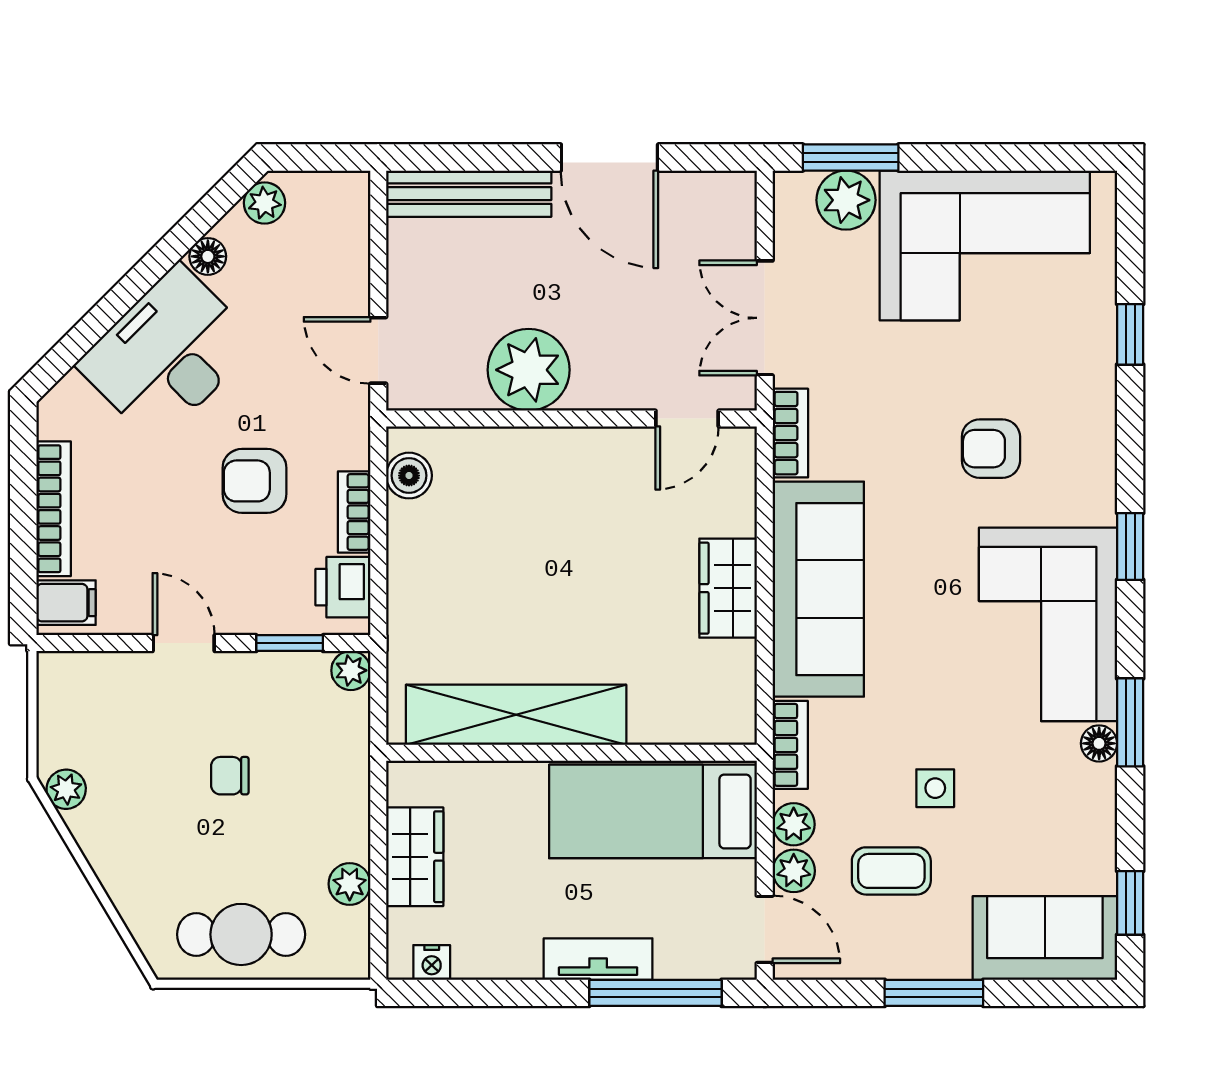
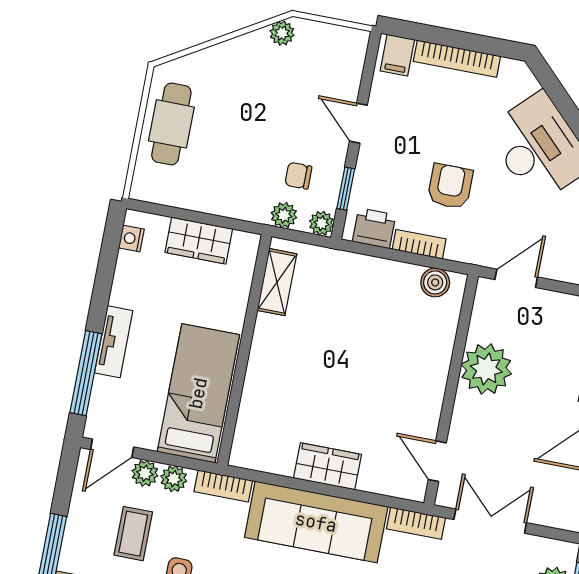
door: (184, 643) -> (358, 123), swing flipped
shelving: (516, 715) -> (277, 282), width x0.45, depth x0.75
chair: (230, 776) -> (298, 176), moved, turned -90
plant: (350, 884) -> (284, 215), moved

